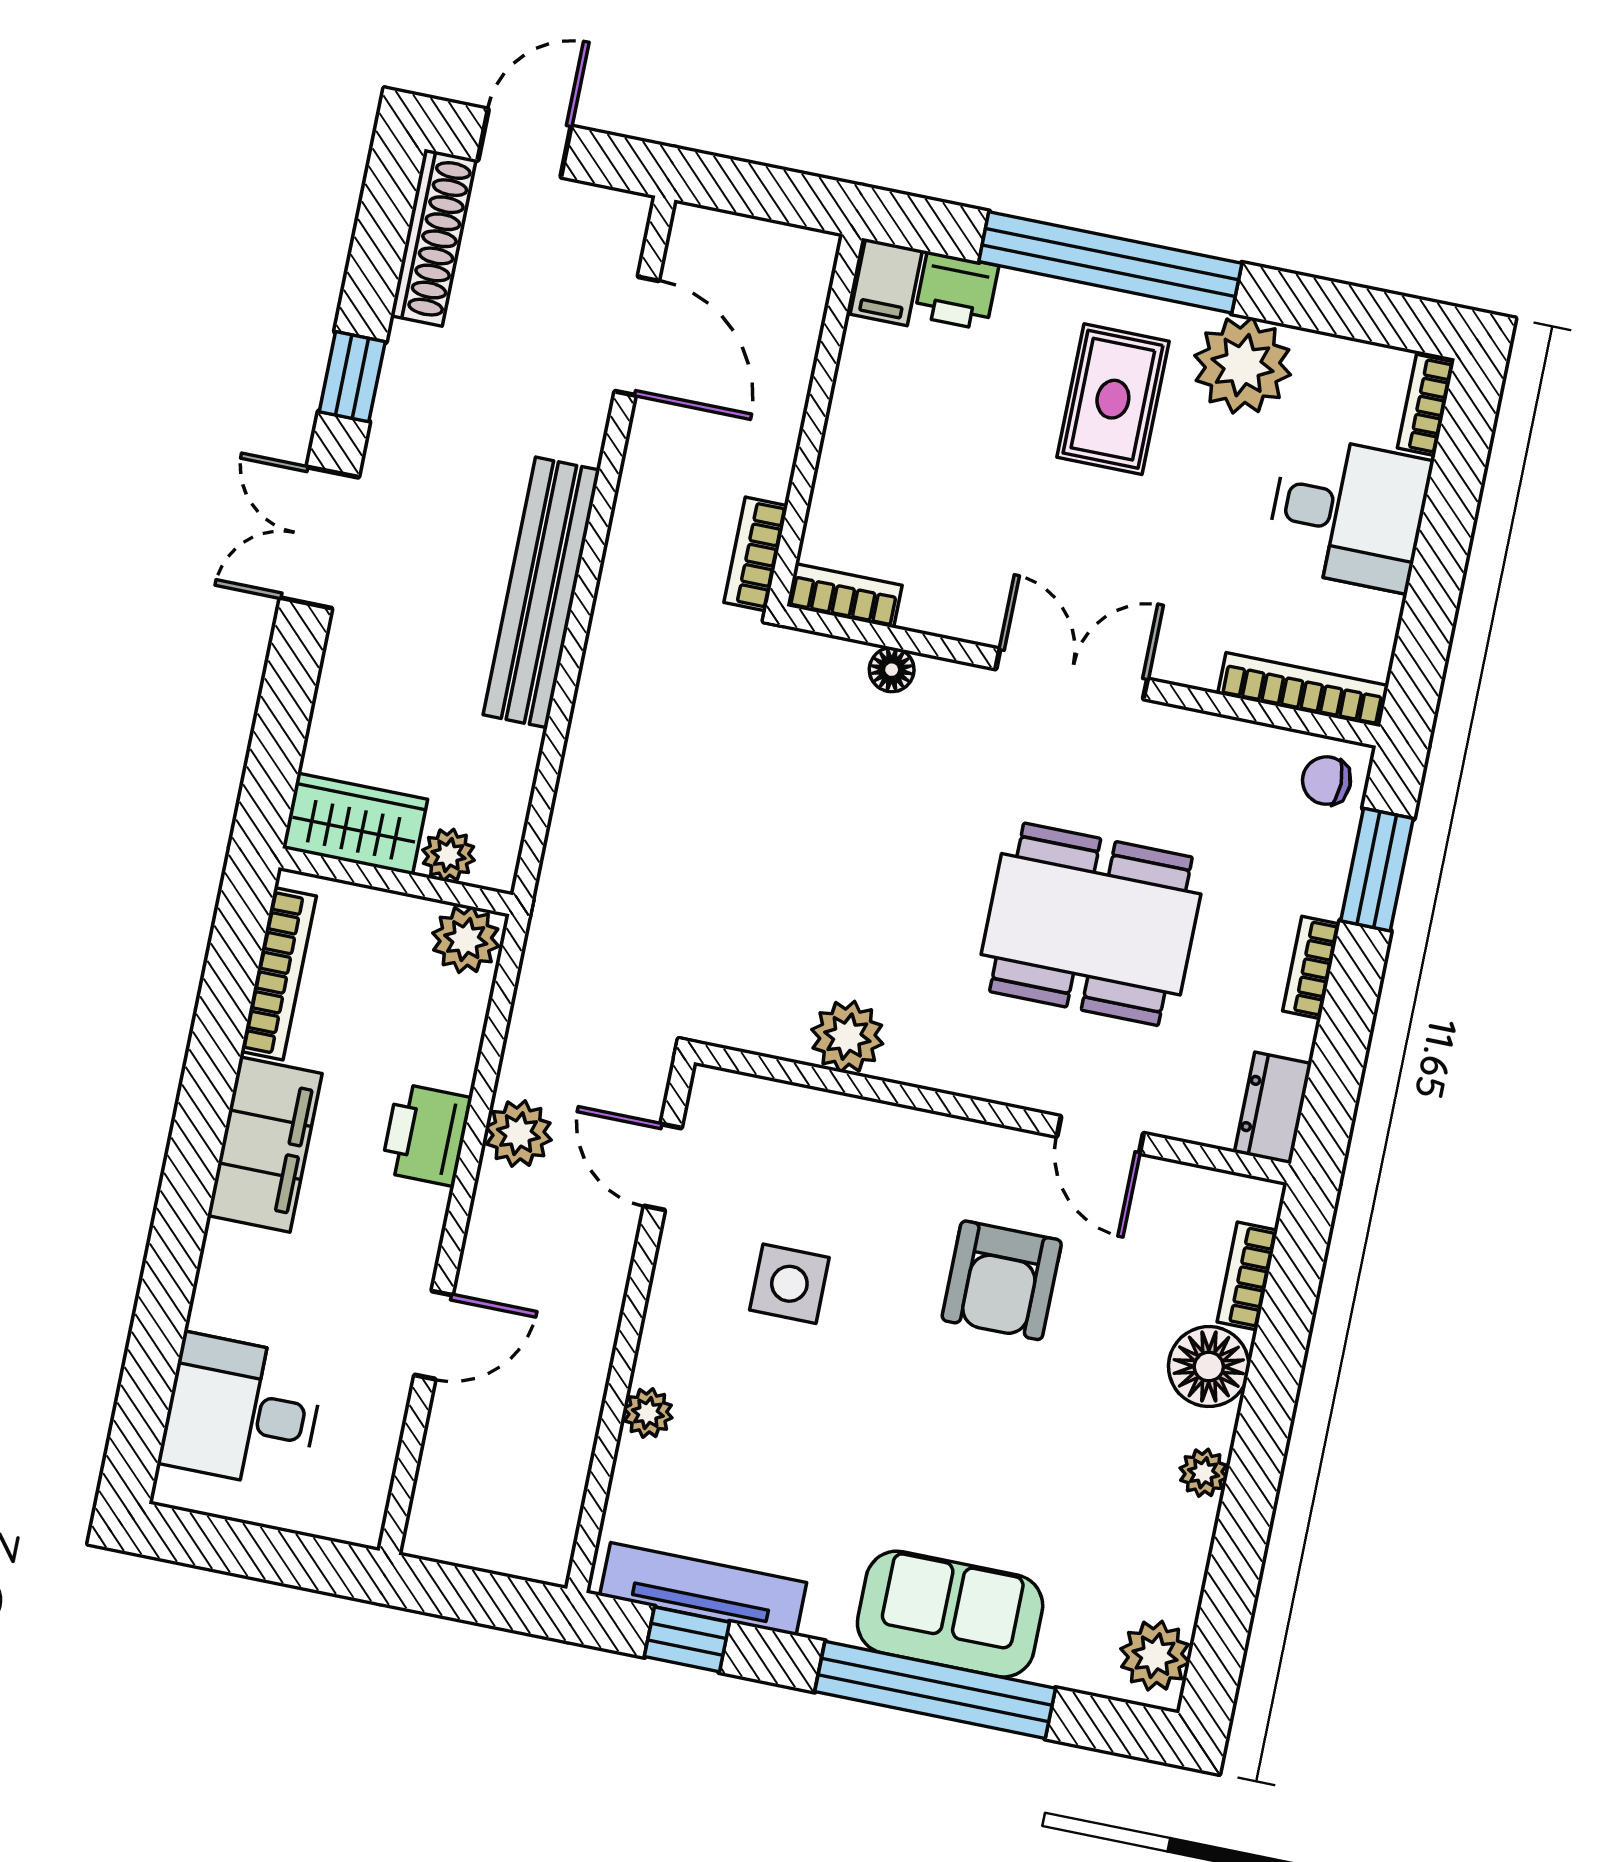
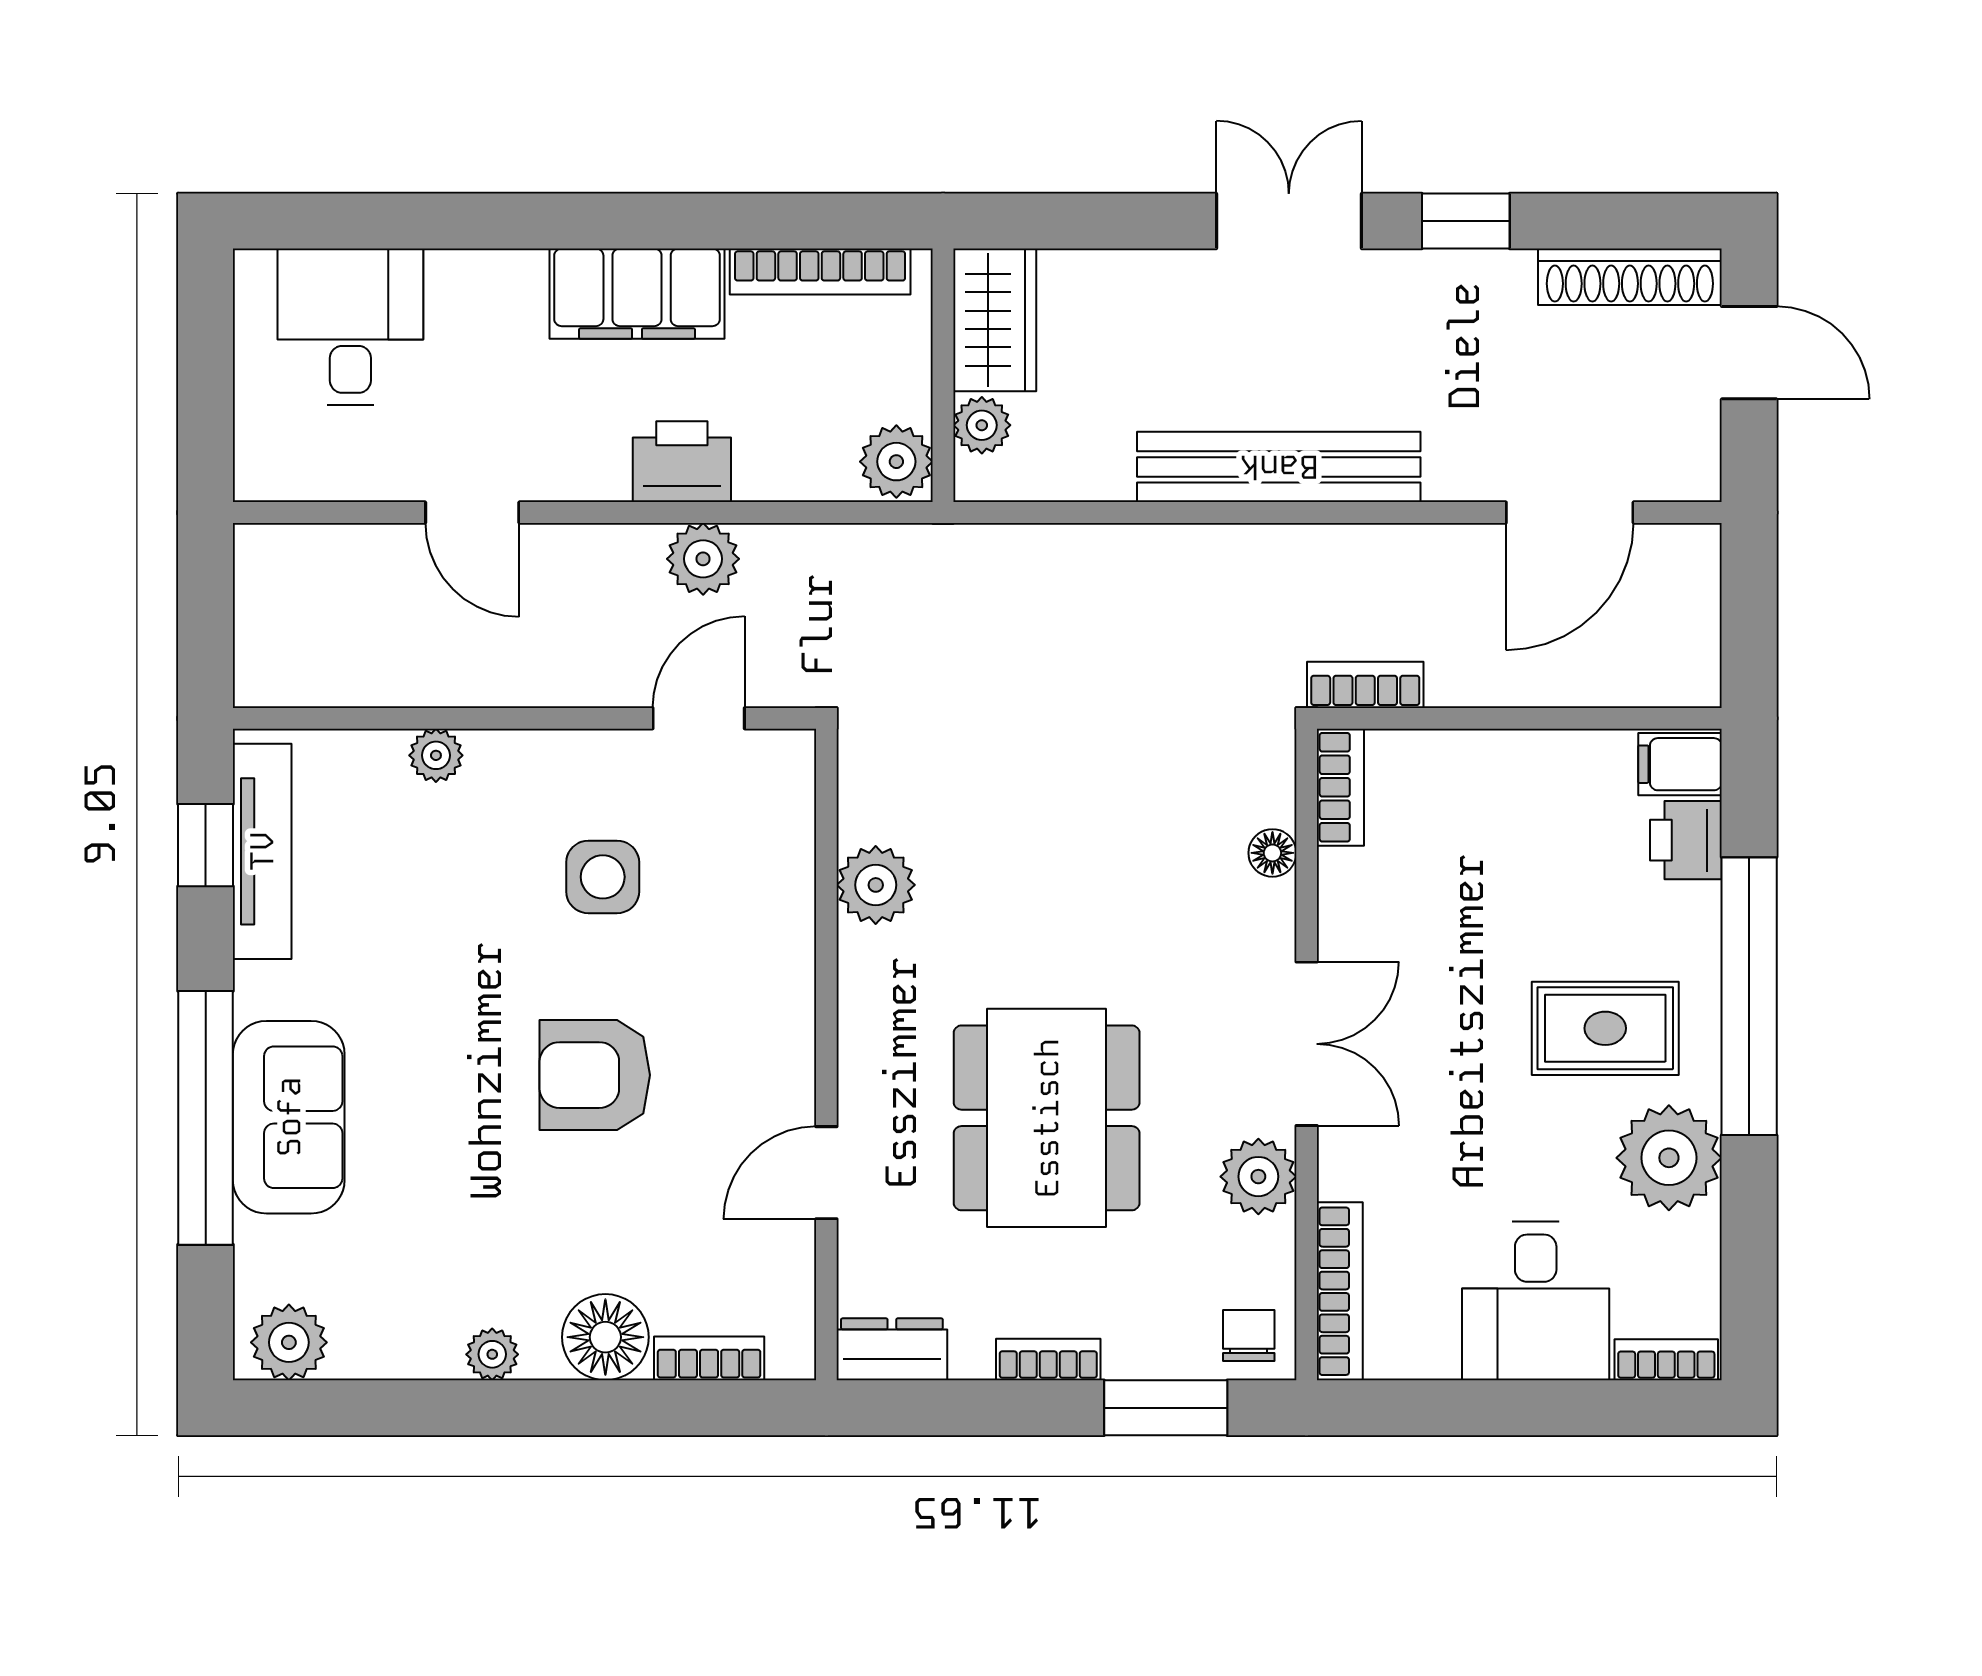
plant: (1184, 742) -> (1258, 1177), added
armchair: (1002, 1280) -> (595, 1075), moved

